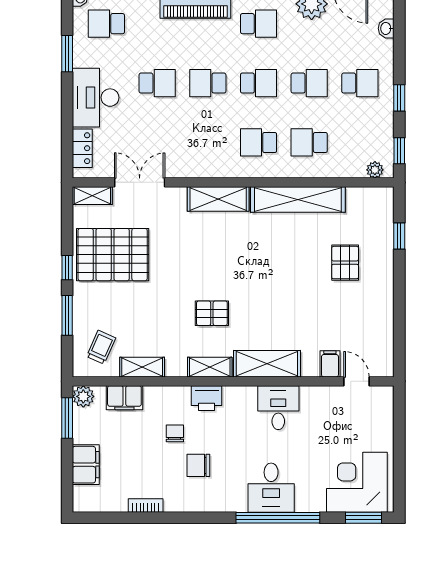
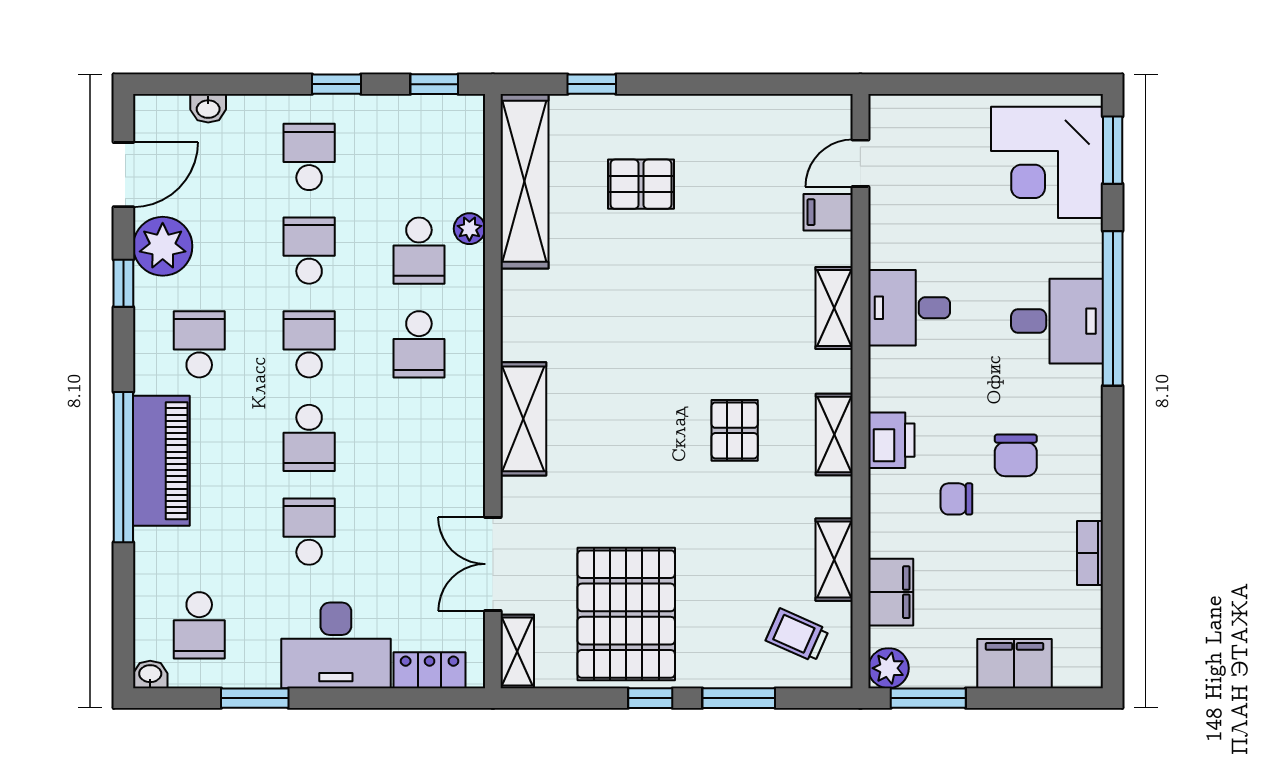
plant: (375, 170) -> (469, 229), moved
shelving: (298, 200) -> (525, 181), moved
shelving: (267, 364) -> (834, 308), width x0.67, depth x0.75

